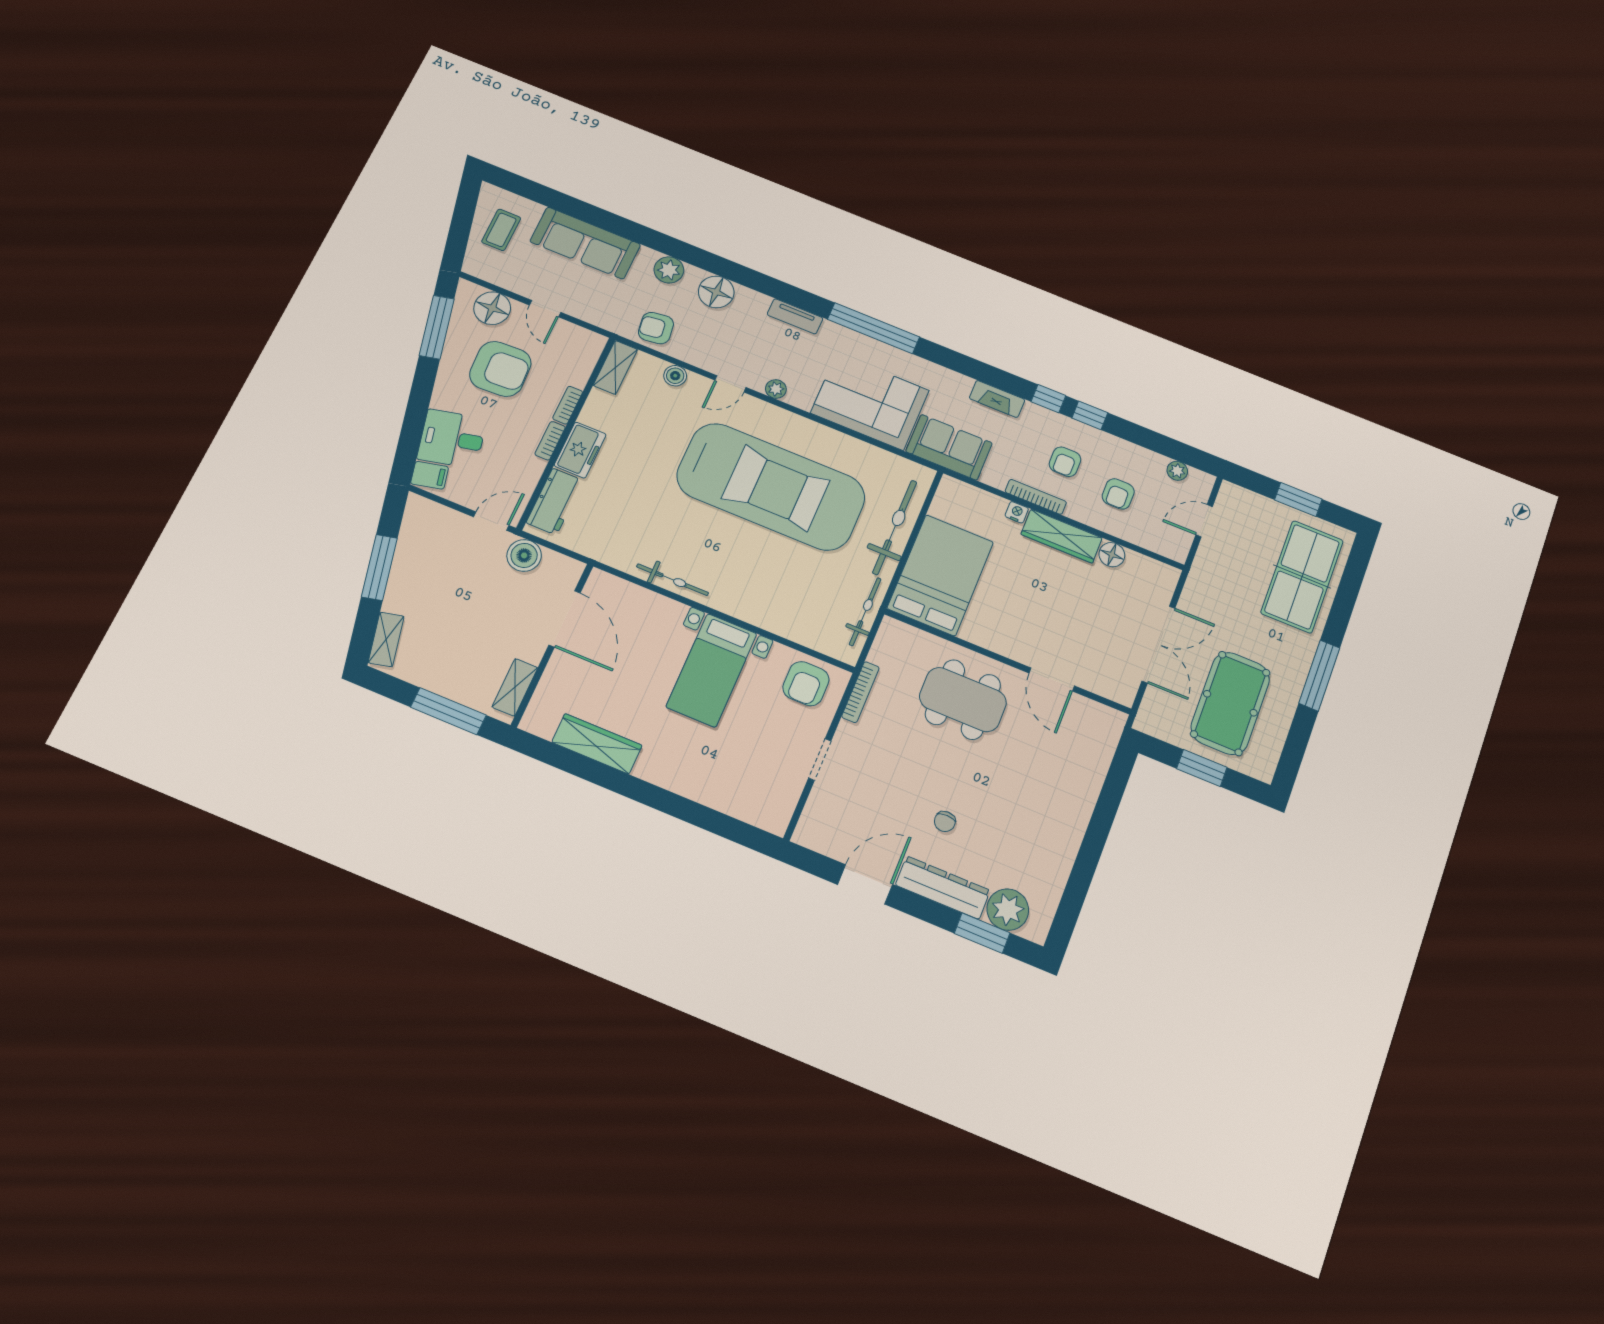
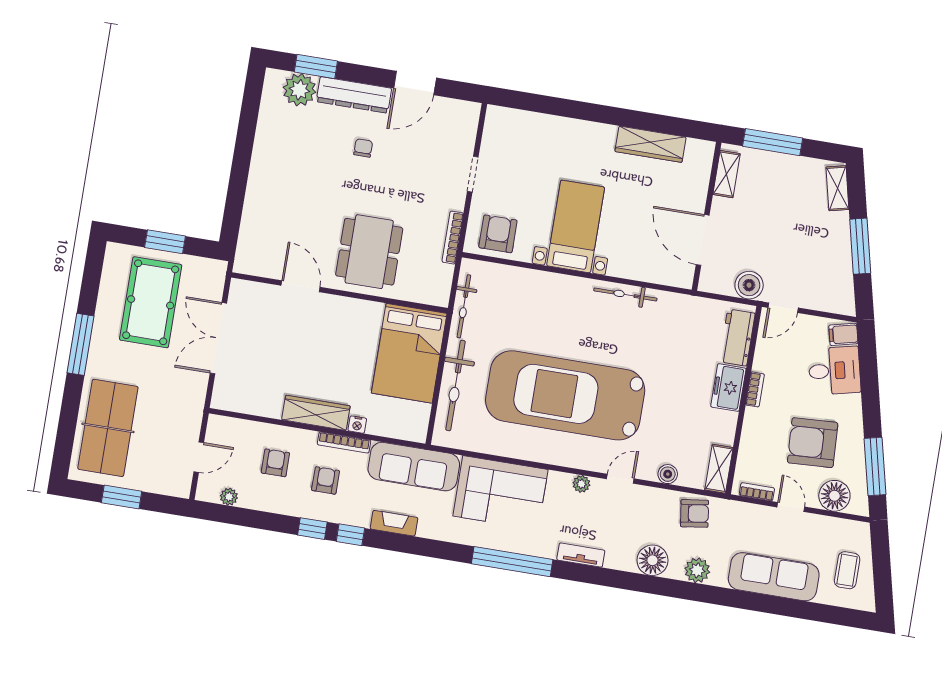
bookcase: (568, 405) -> (757, 492), moved, turned -90
sofa: (949, 447) -> (414, 467), width x1.36
floor lamp: (1112, 555) -> (271, 407), removed
dining table: (963, 700) -> (369, 252), turned 90

